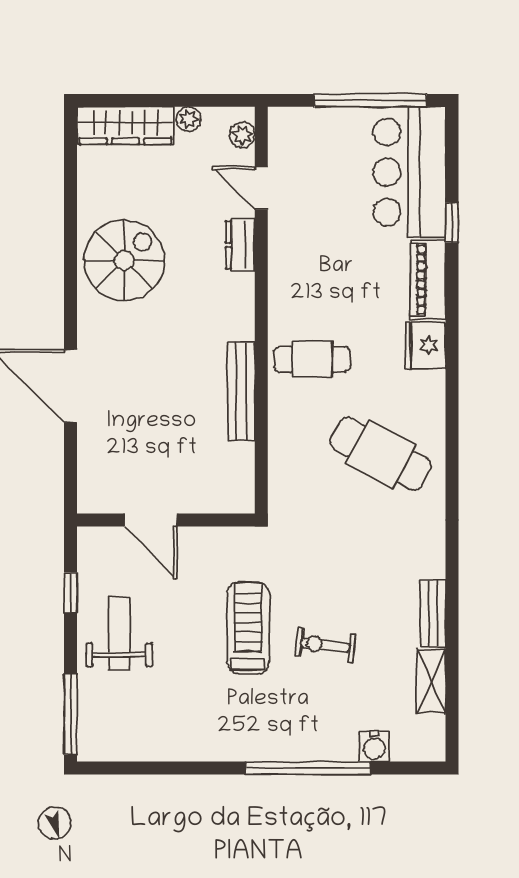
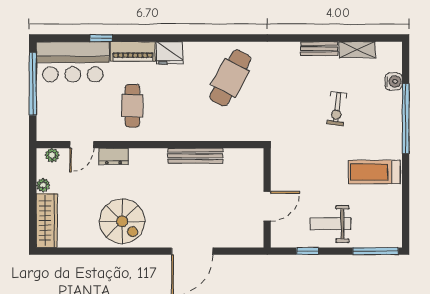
spiral stairs: (124, 260) -> (122, 221), turned 180
cafe table: (312, 359) -> (132, 106), moved
treadmill: (248, 628) -> (374, 172), moved

